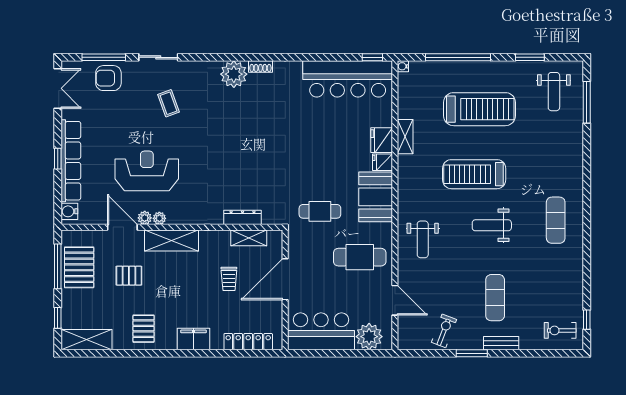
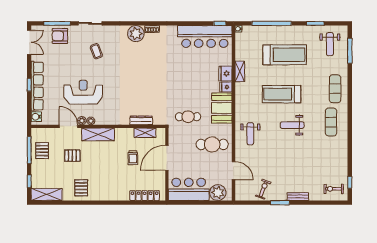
pallet: (79, 267) -> (42, 151), width x0.67, depth x0.71
exercise mat: (495, 298) -> (335, 89), moved
filing cabinet: (193, 339) -> (111, 194), removed

